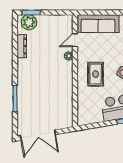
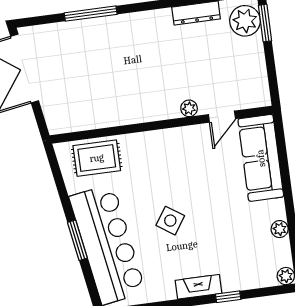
door: (75, 40) -> (222, 117), swing flipped
rug: (96, 74) -> (97, 158), moved

